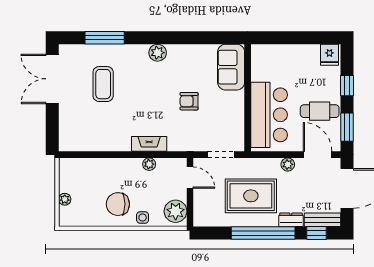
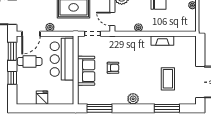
window: (210, 38) -> (99, 108), added
fridge: (329, 55) -> (42, 98), moved
sofa: (231, 67) -> (86, 71), moved
fireplace: (149, 144) -> (162, 41), moved
door: (318, 155) -> (31, 34), hinge flipped

